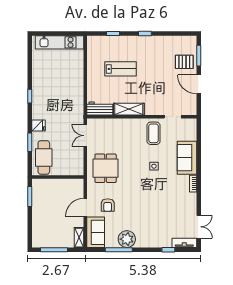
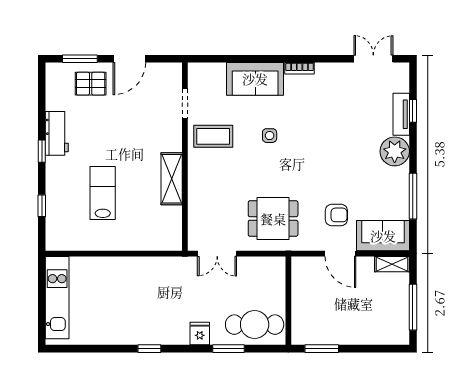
pallet: (184, 62) -> (91, 84), turned 90
workbench: (100, 109) -> (57, 133), moved, turned 180
plant: (127, 239) -> (395, 151), moved
tv unit: (184, 243) -> (401, 114), moved

